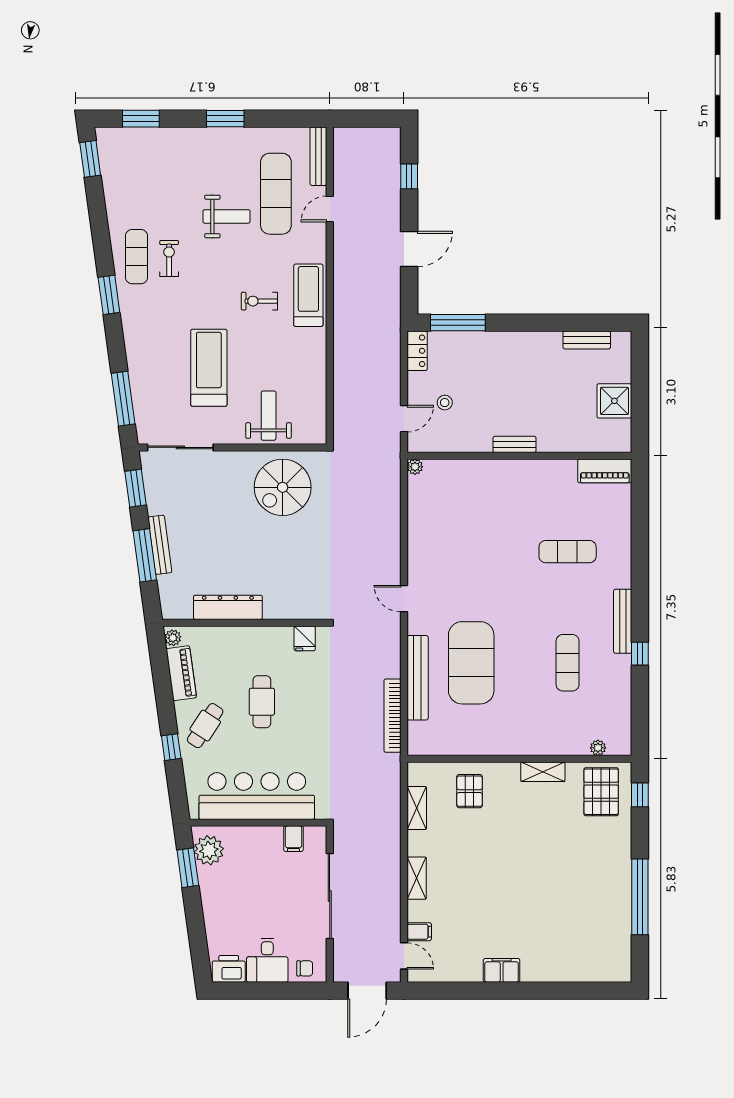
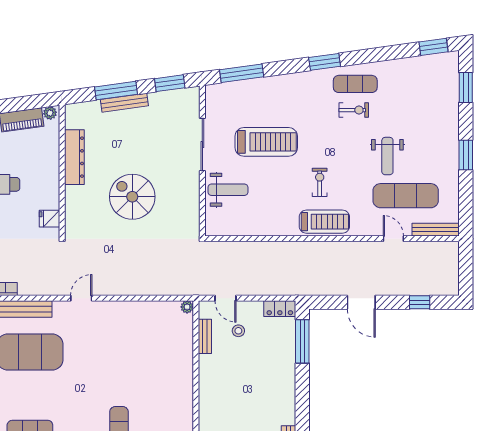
bench: (515, 444) -> (205, 336), moved
sliding door: (180, 447) -> (202, 144), moved
spiral stairs: (283, 487) -> (132, 197), moved

